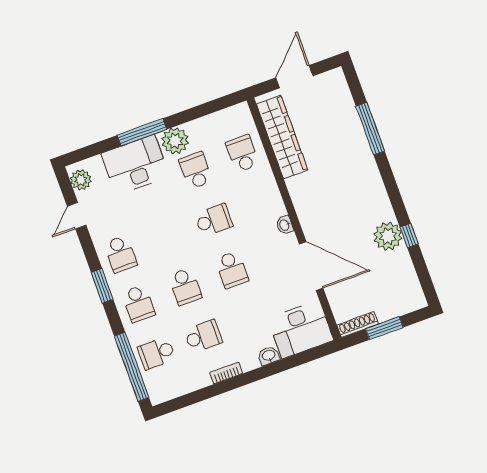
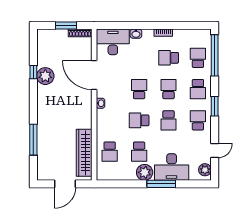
school desk: (167, 237) -> (169, 120), added
school desk: (138, 304) -> (198, 89), turned 180
school desk: (157, 353) -> (198, 58), turned -90

